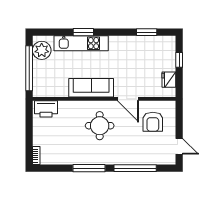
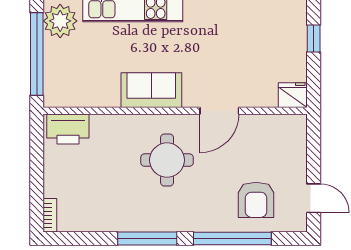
fridge: (169, 80) -> (293, 95), moved, turned 90
sofa: (91, 88) -> (151, 90), width x0.73
door: (128, 99) -> (219, 111), hinge flipped
armchair: (153, 122) -> (256, 200), moved

